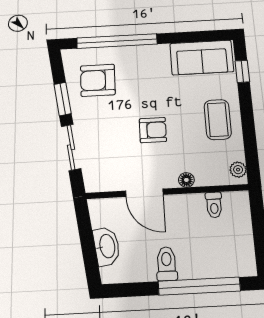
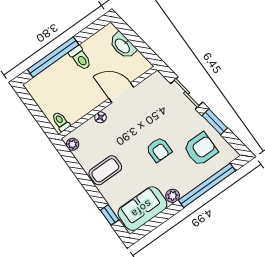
plant: (160, 52) -> (173, 196), added
coffee table: (218, 120) -> (105, 170), turned 90
armchair: (153, 130) -> (159, 150), moved, turned -90
toilet: (214, 205) -> (61, 121), moved

